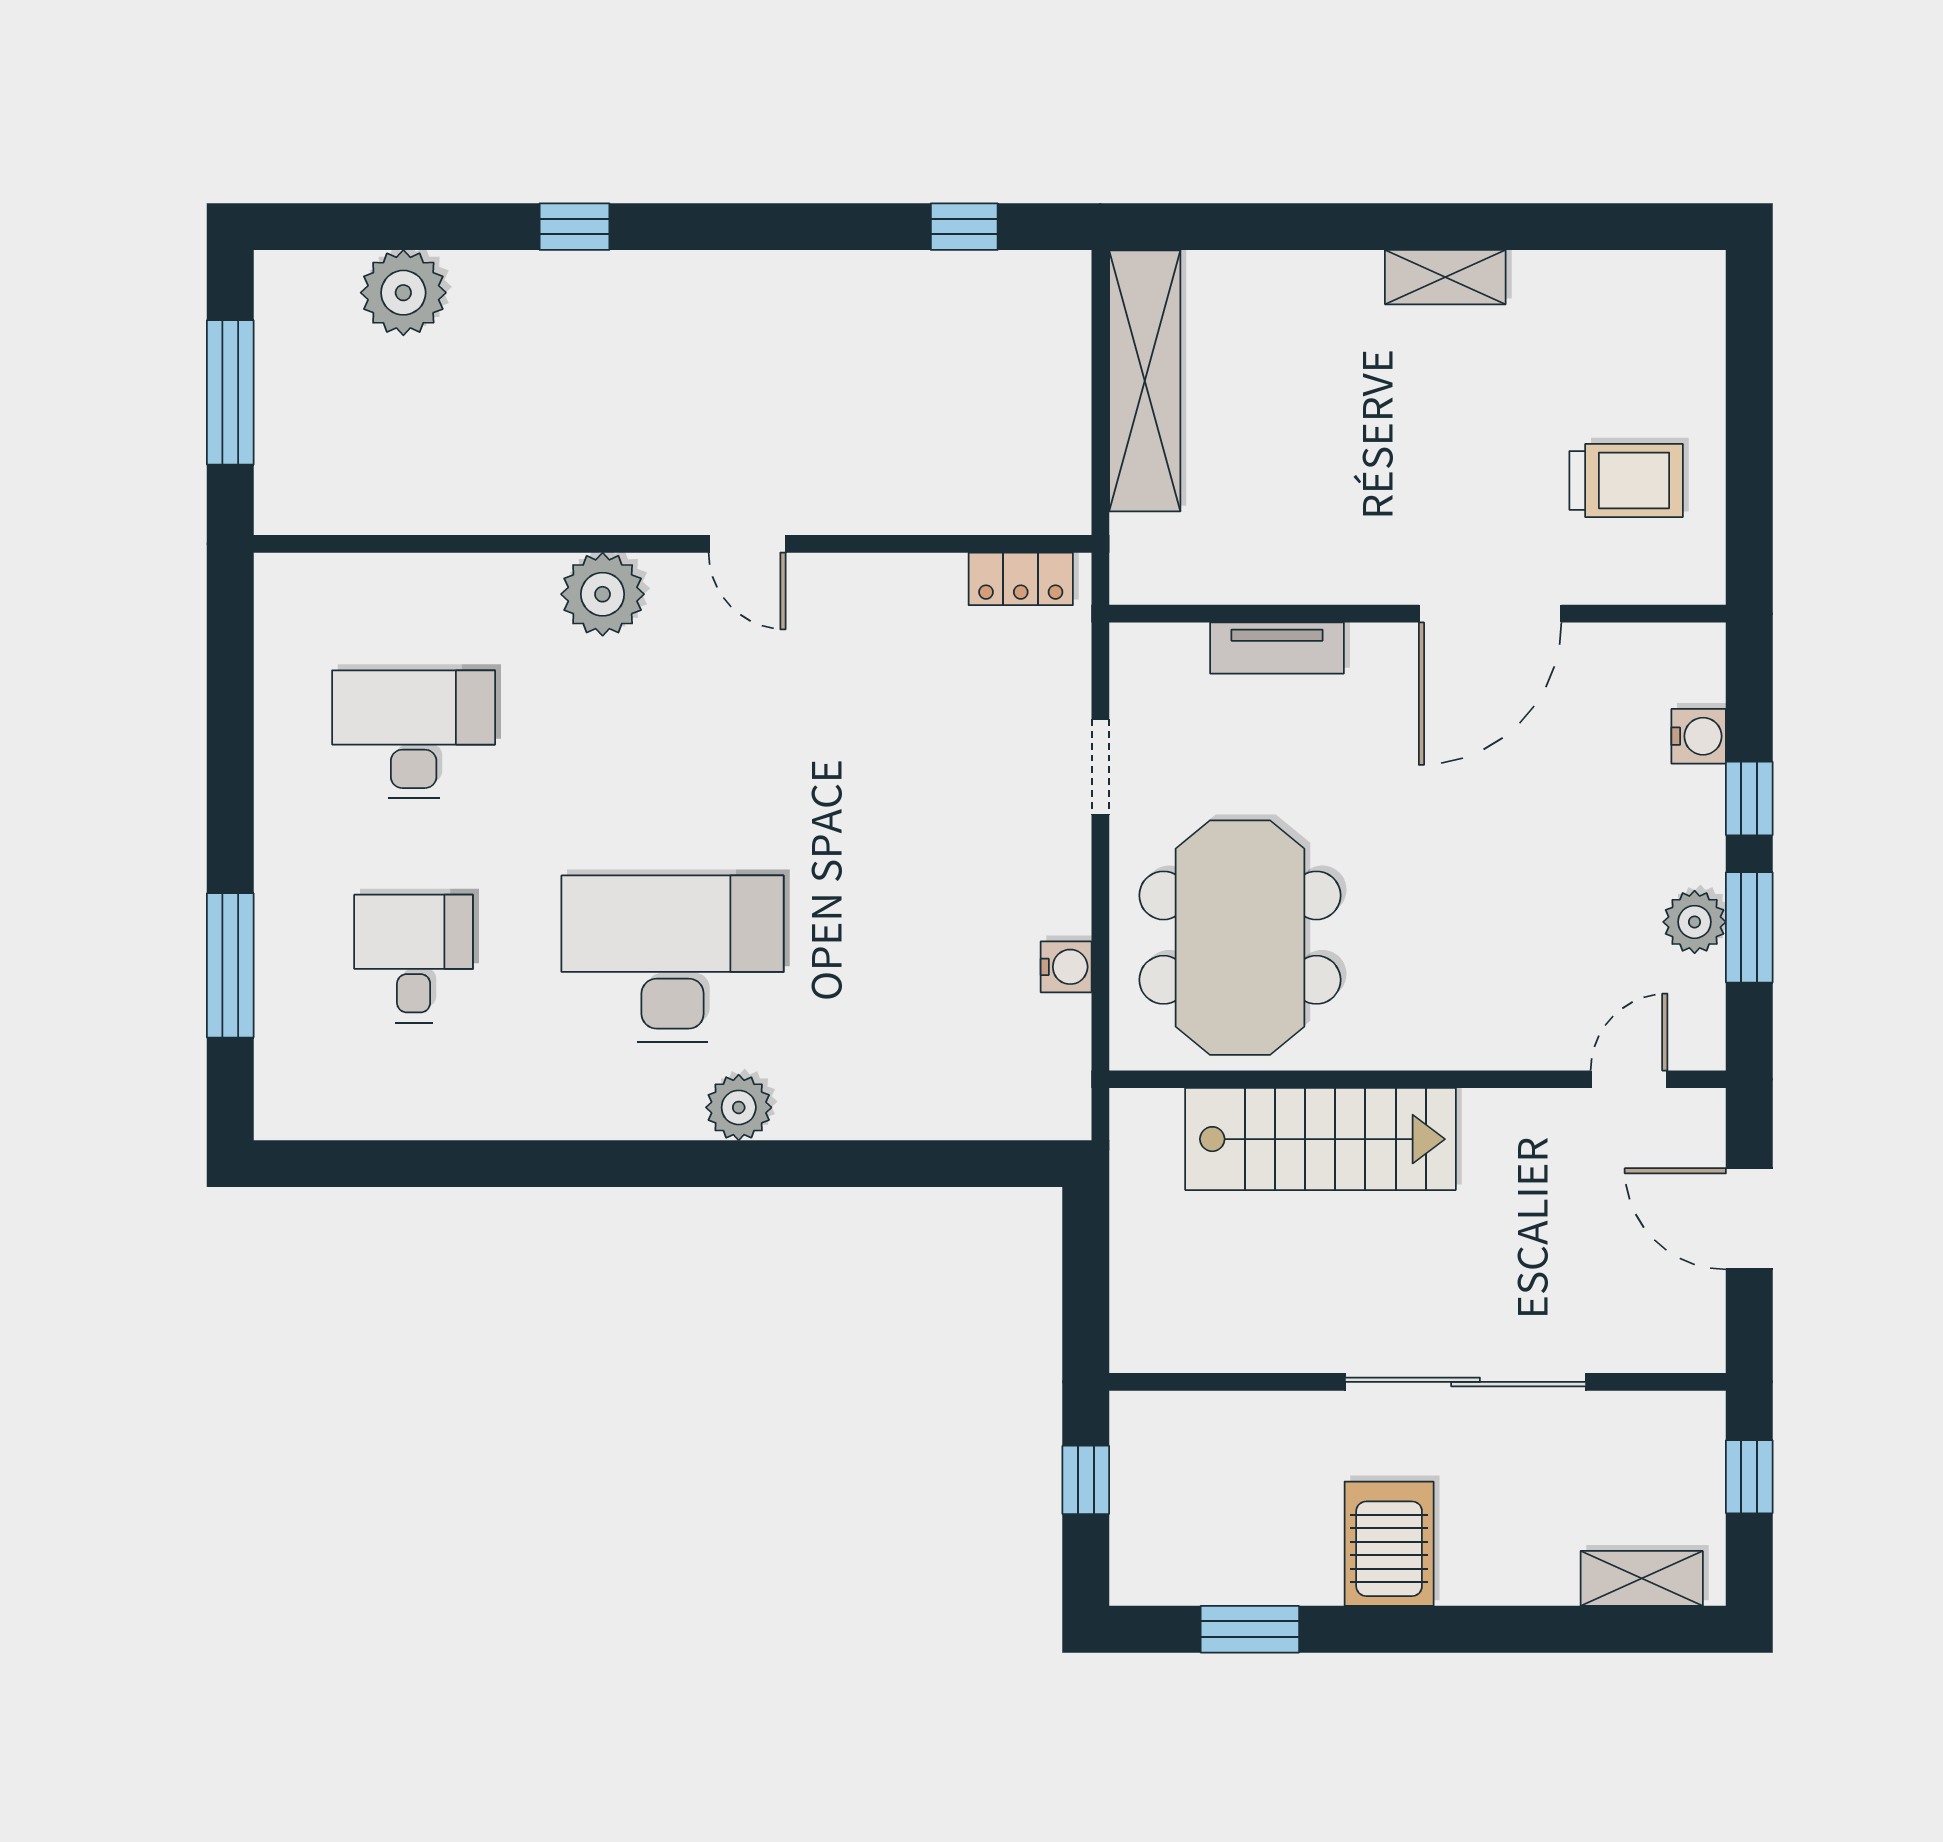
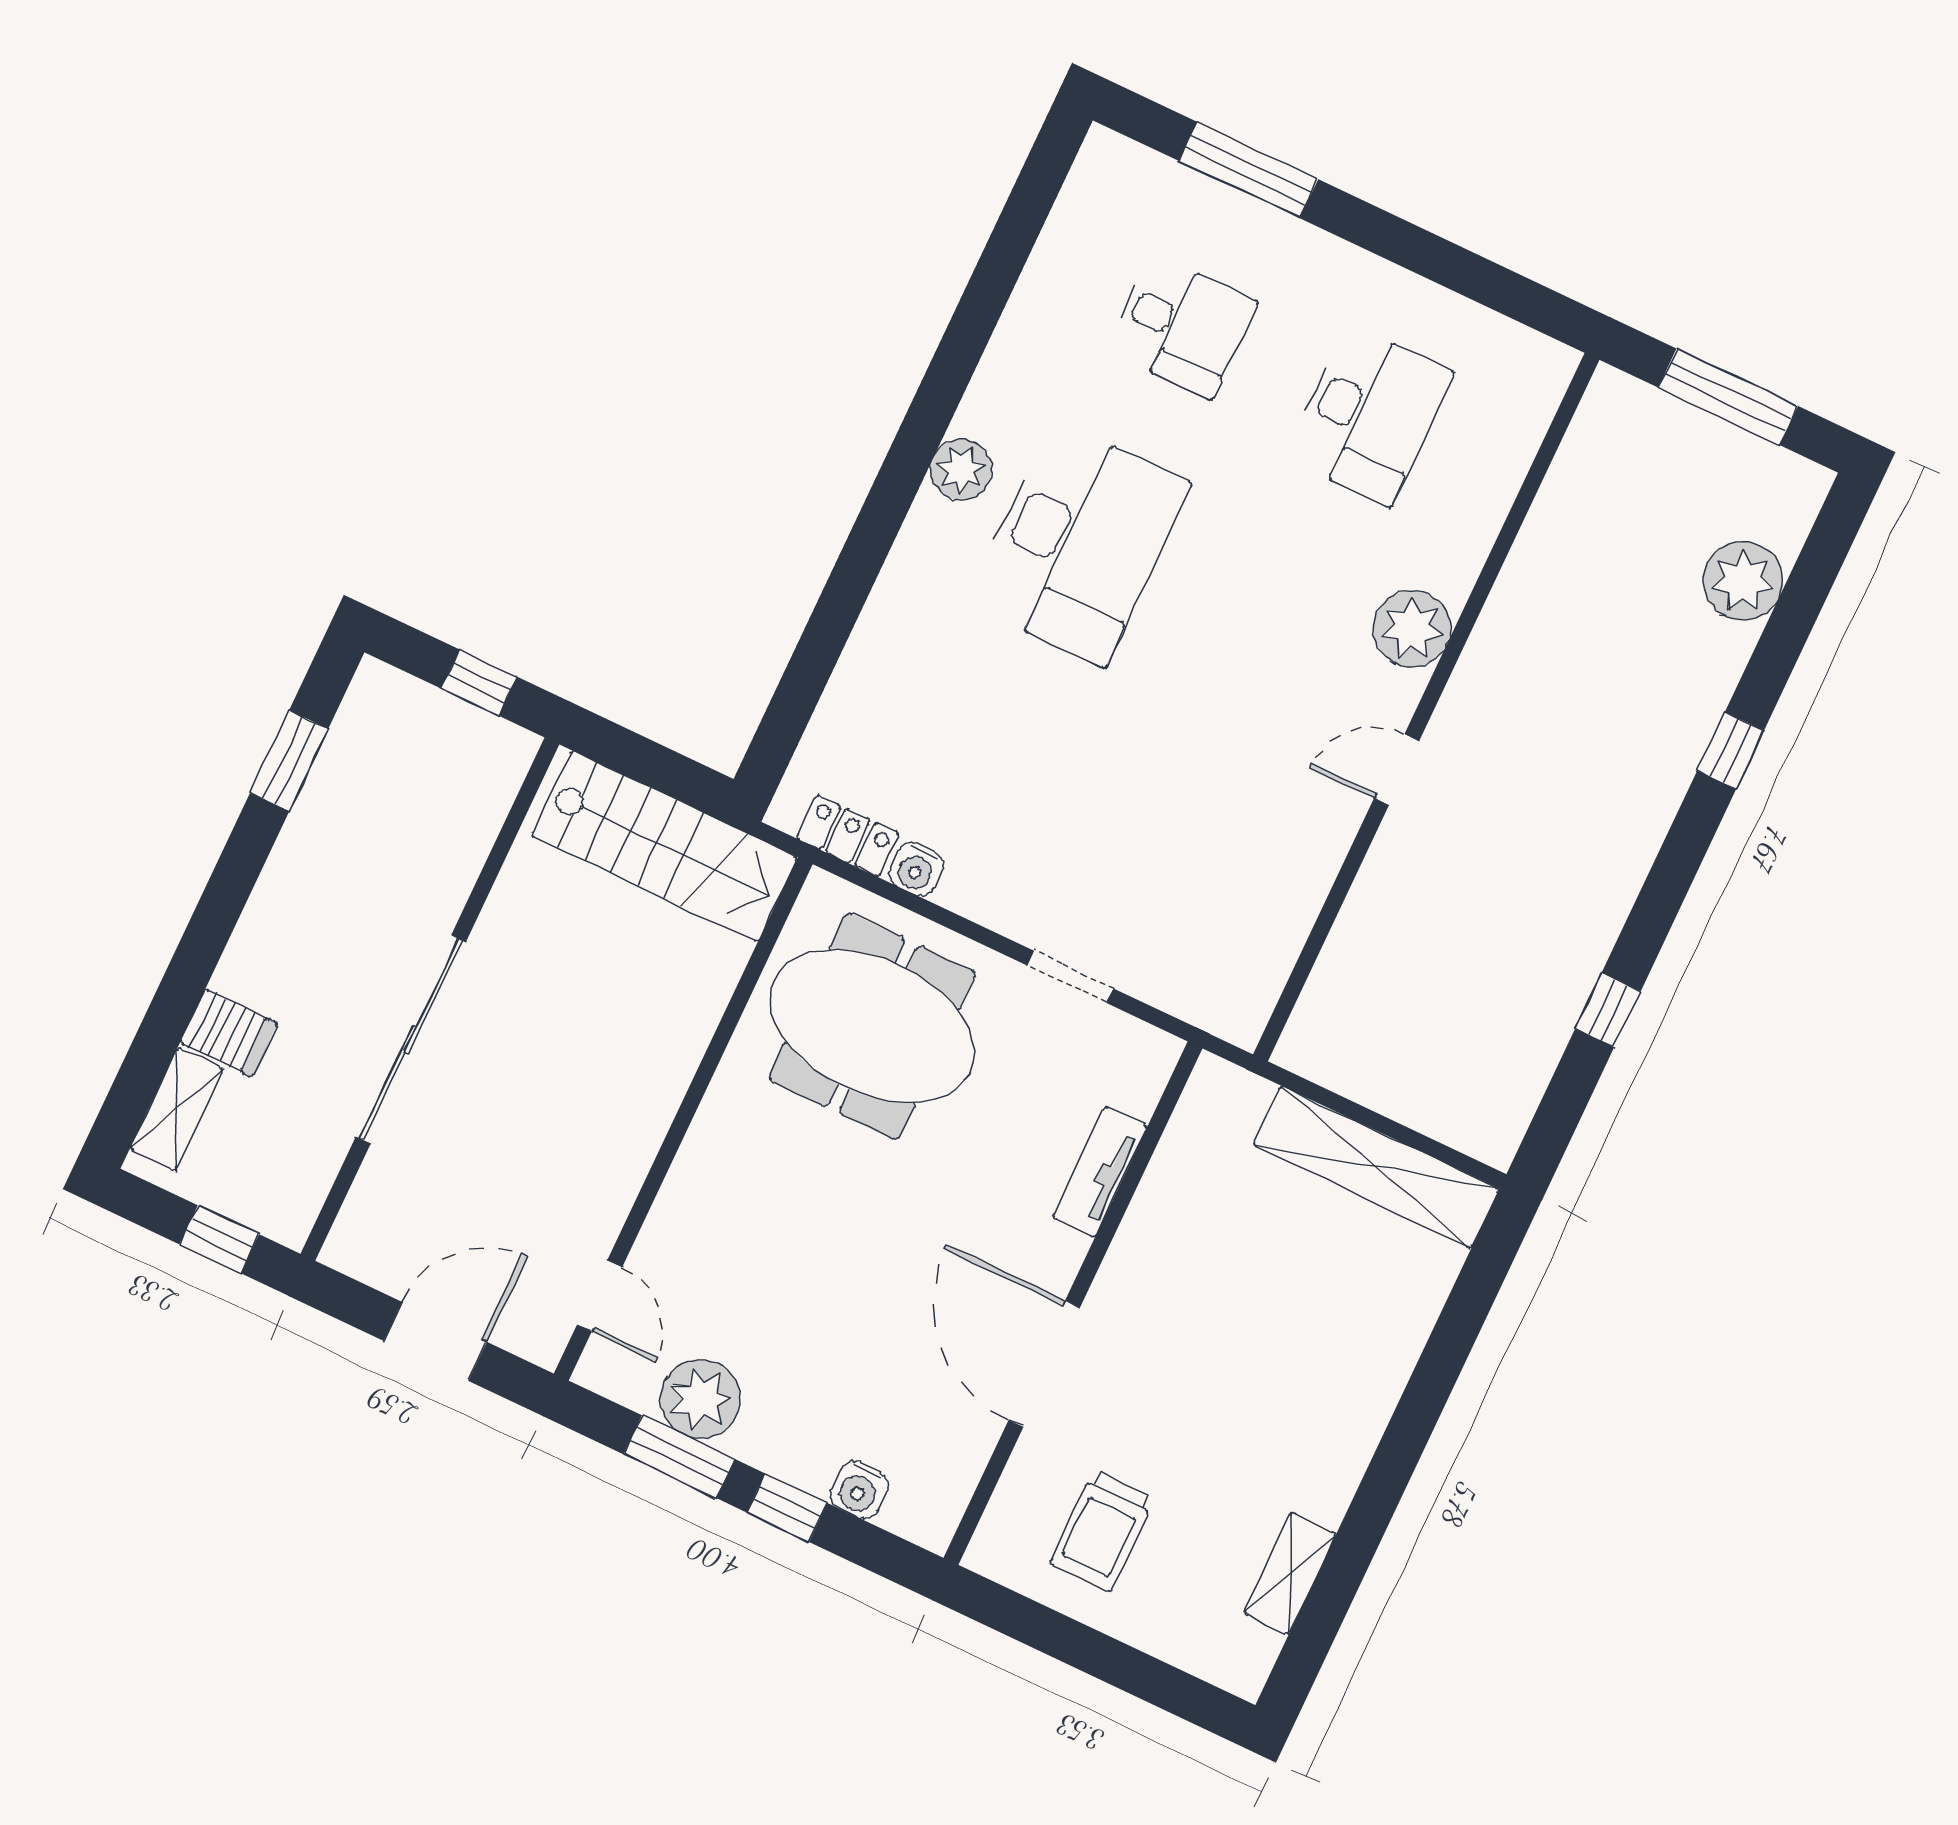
window: (964, 227) -> (1608, 1010), moved
shelving: (1445, 277) -> (1290, 1573), moved
locker: (1021, 579) -> (848, 836), moved, turned 90
plant: (1695, 922) -> (700, 1399), width x1.36, depth x1.36
plant: (739, 1107) -> (961, 470), moved
stairs: (1321, 1139) -> (664, 846), moved, turned -90
server rack: (1389, 1544) -> (229, 1033), moved, width x0.73, depth x0.70

